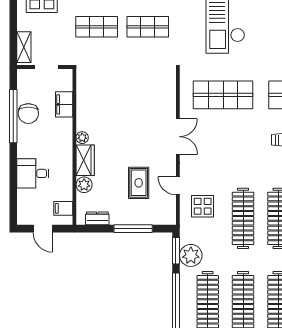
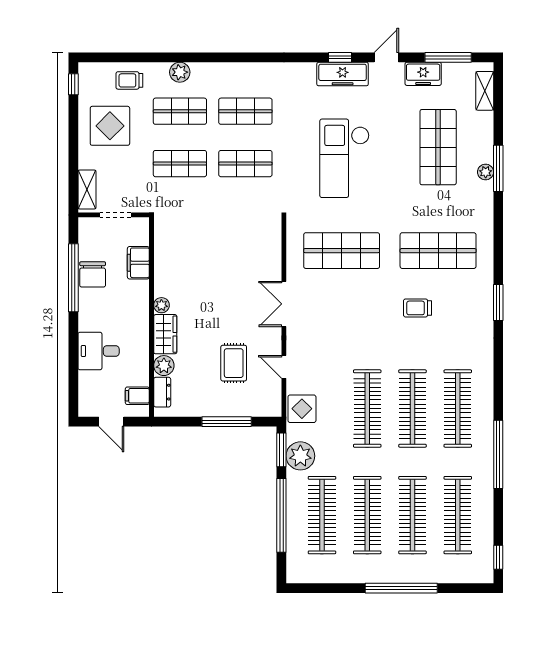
double door: (178, 137) -> (284, 304), swing flipped
display table: (203, 206) -> (302, 409), moved
dresser: (97, 218) -> (162, 392), moved, turned 90

